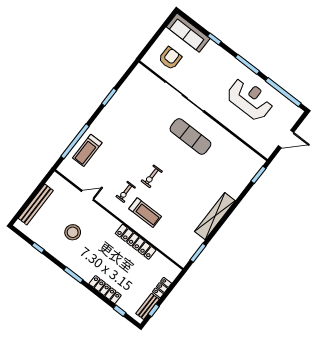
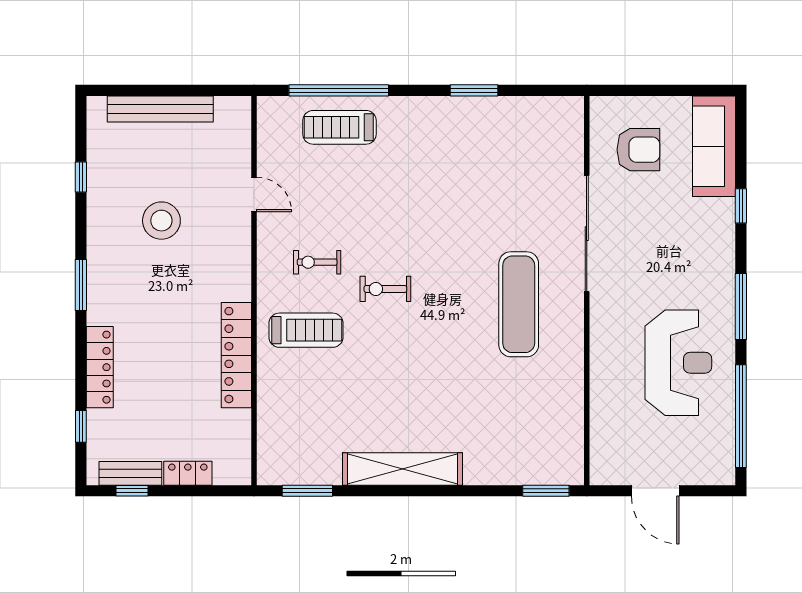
treadmill: (145, 213) -> (306, 330), turned -90

